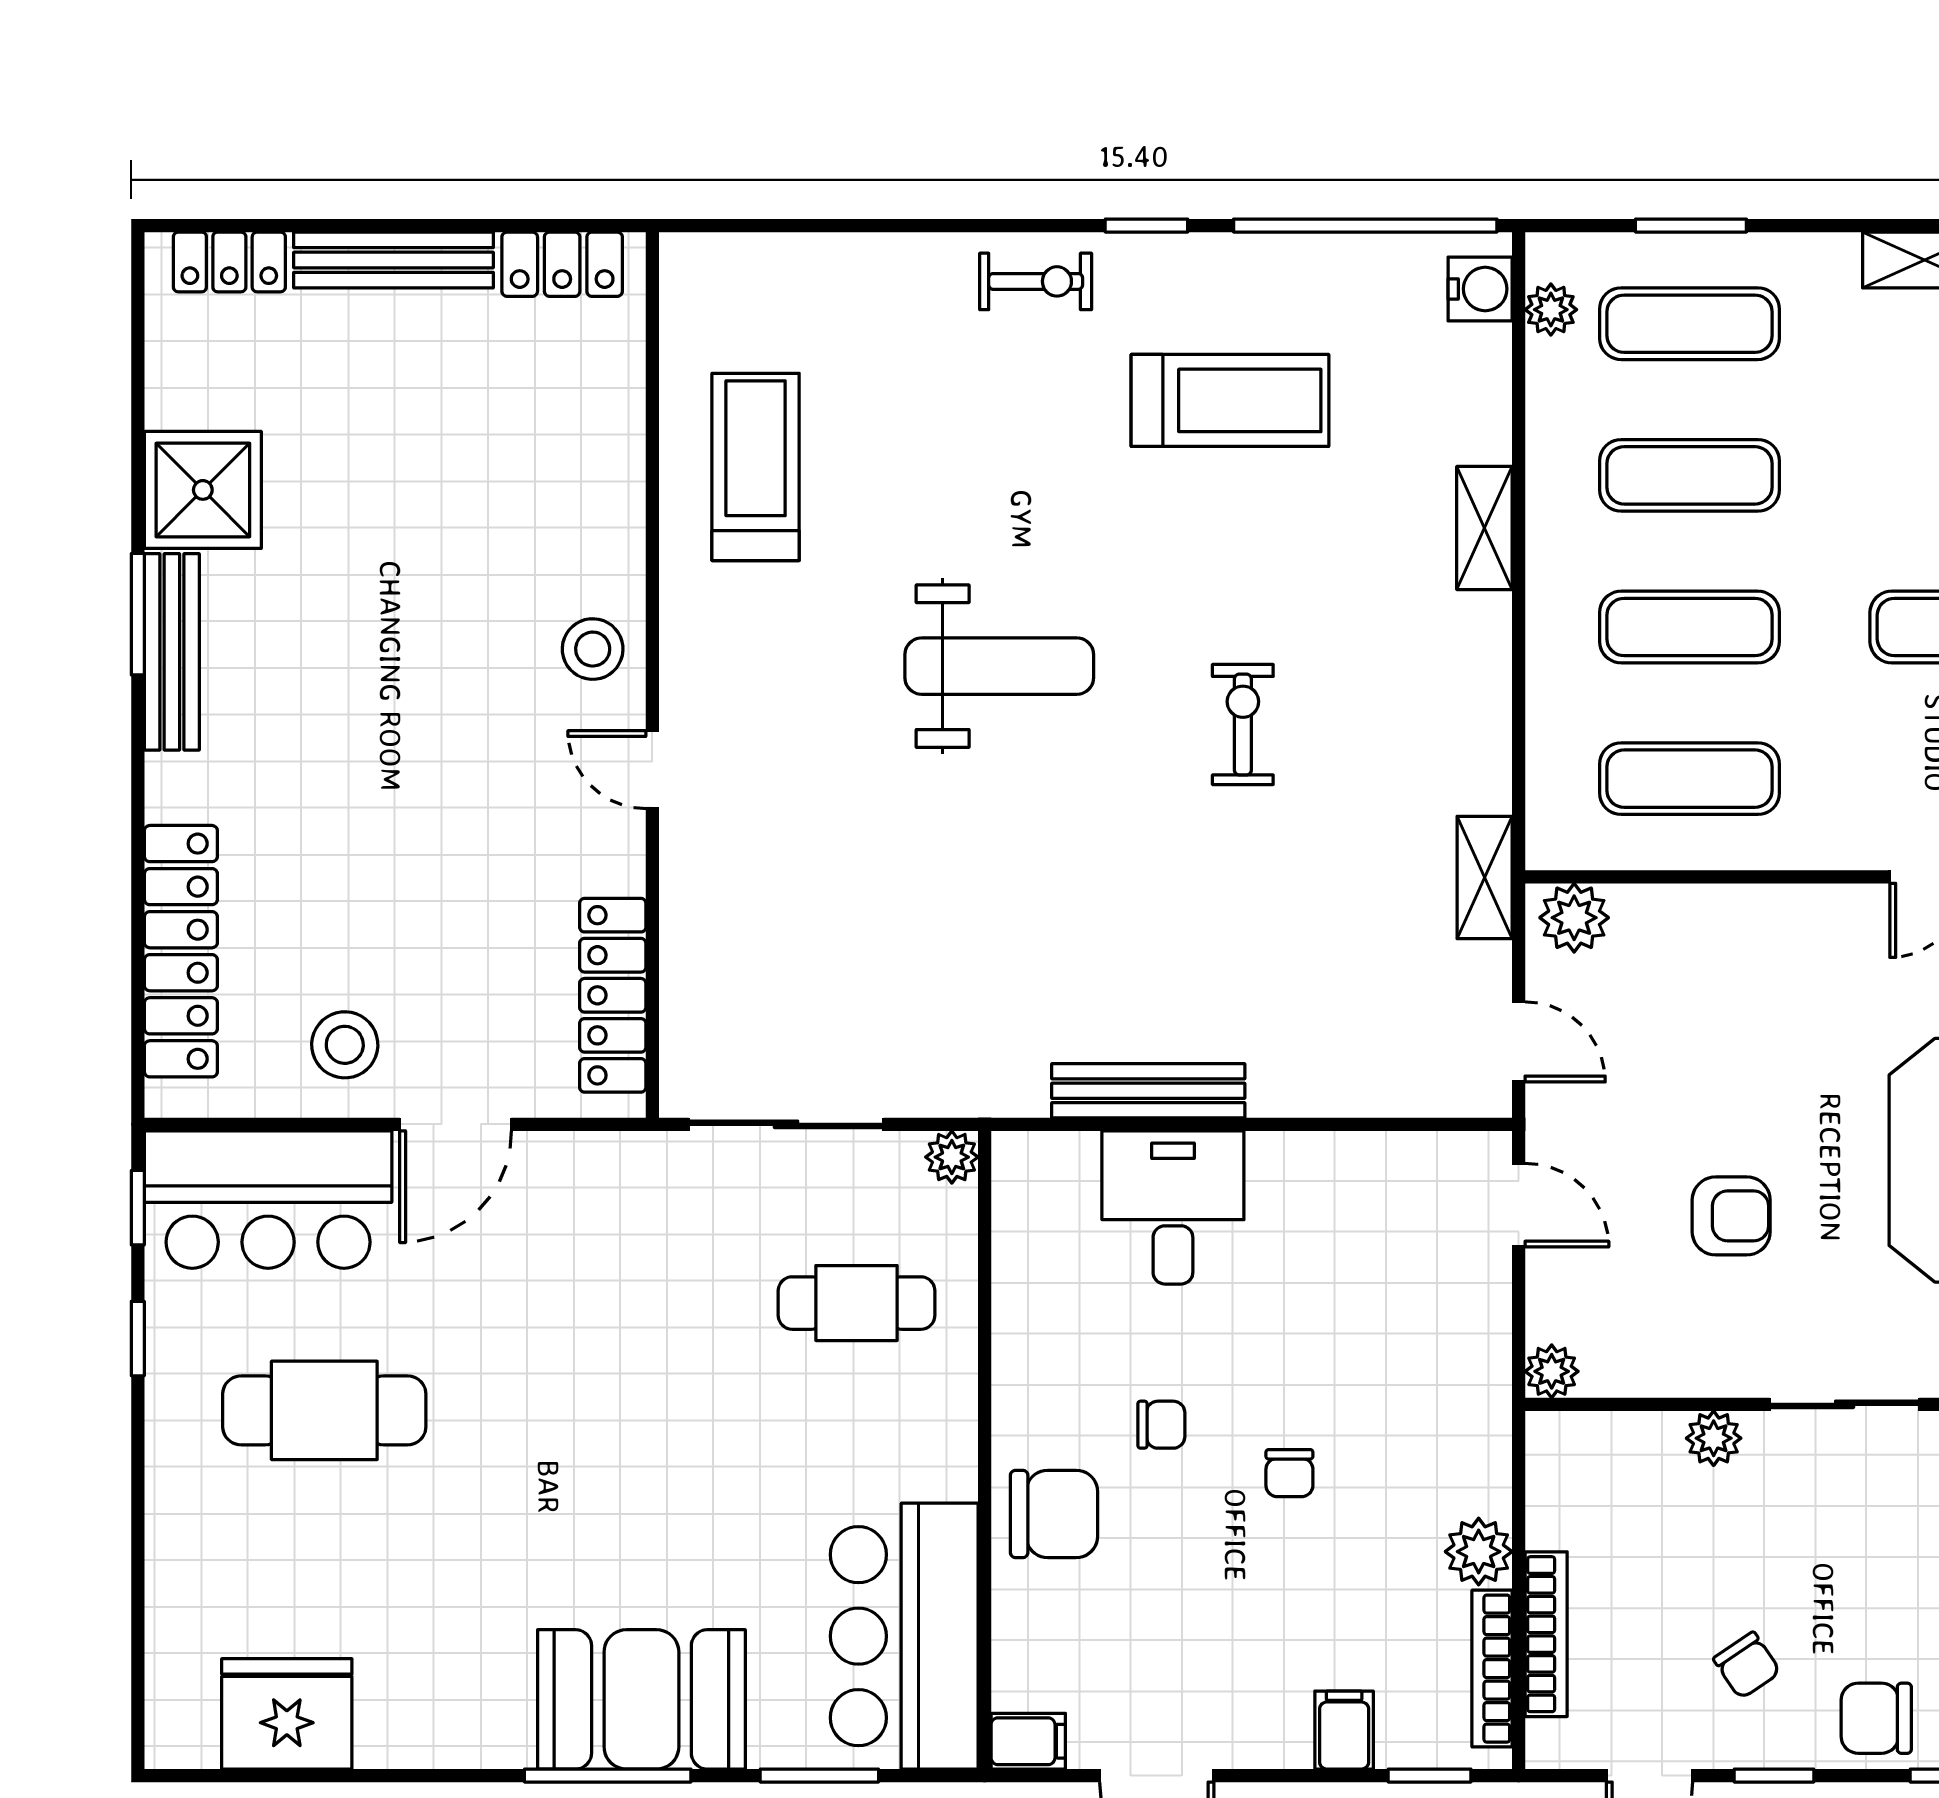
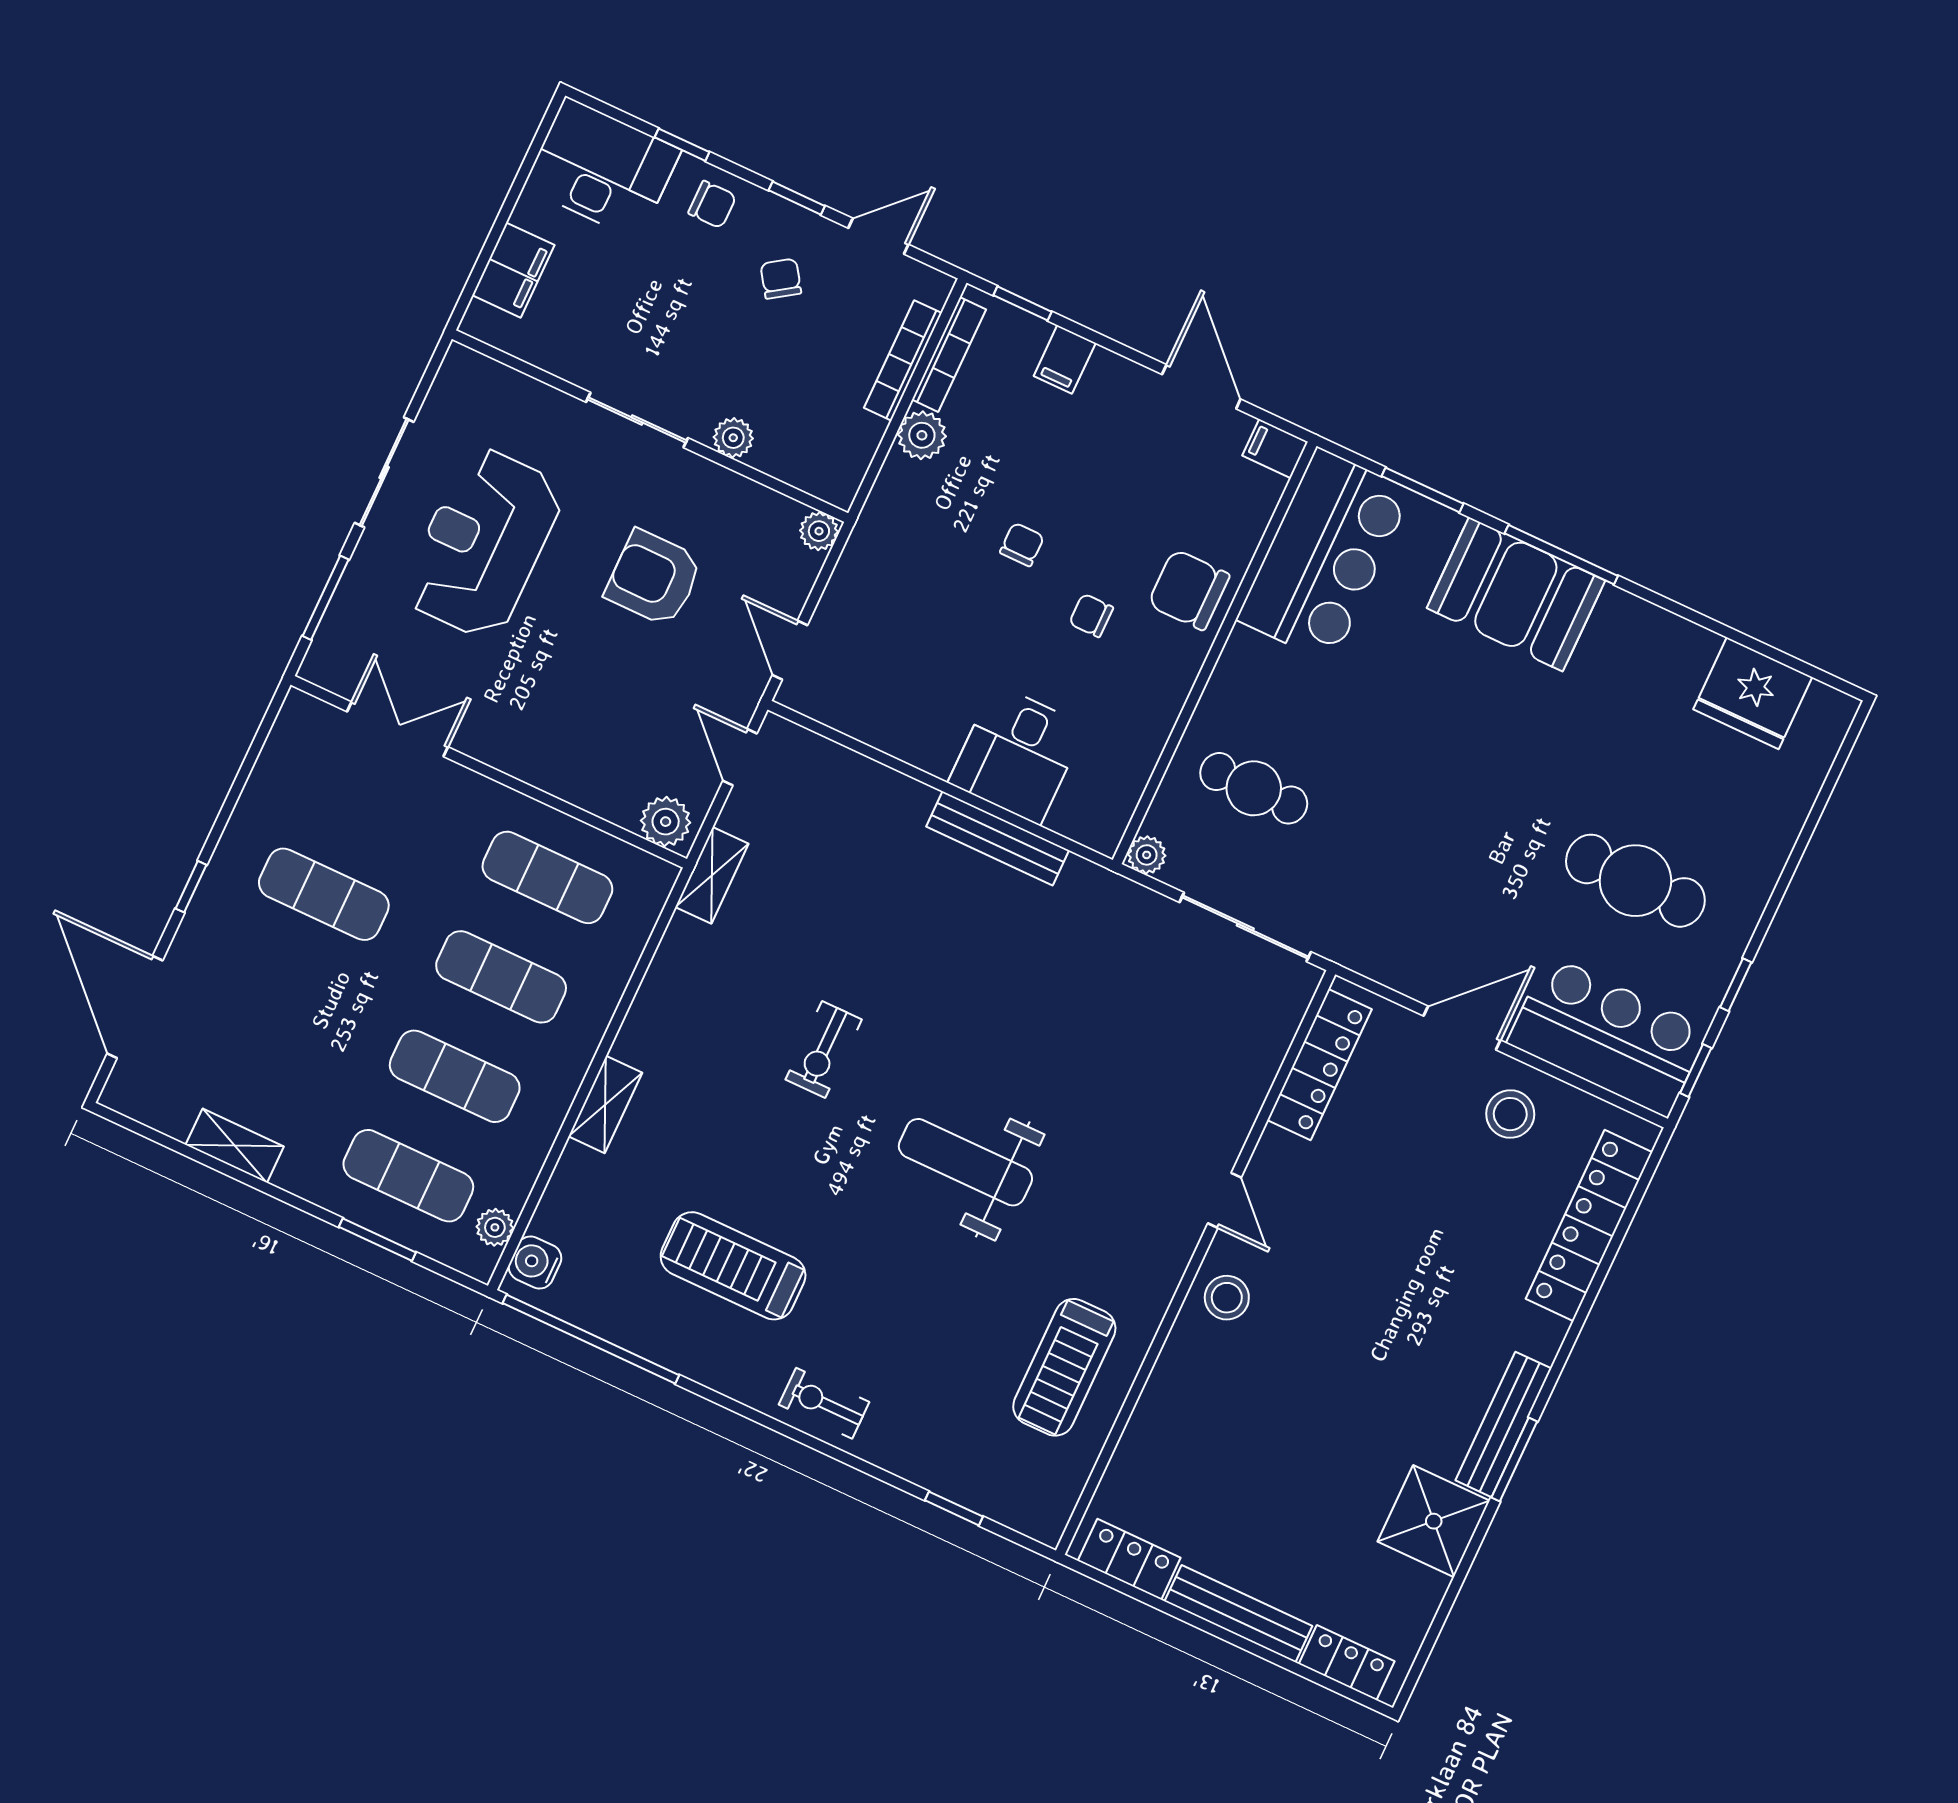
window: (1146, 226) -> (954, 1508), moved
armchair: (1731, 1216) -> (654, 578), width x1.38, depth x1.38
chair: (1876, 1718) -> (712, 205), width x0.73, depth x0.73

